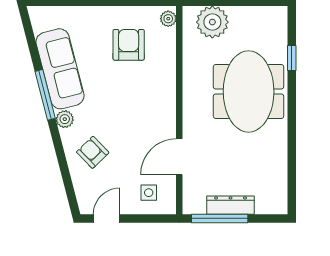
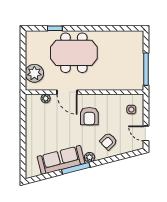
plant: (168, 19) -> (46, 98), moved
armchair: (129, 45) -> (89, 116), moved, turned -90
door: (179, 157) -> (67, 92), moved
dresser: (231, 205) -> (138, 63), removed

